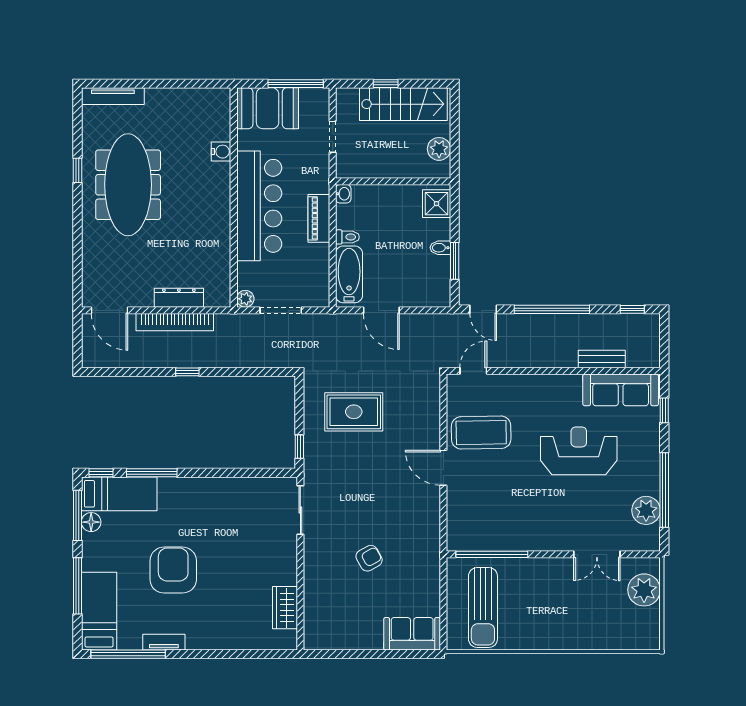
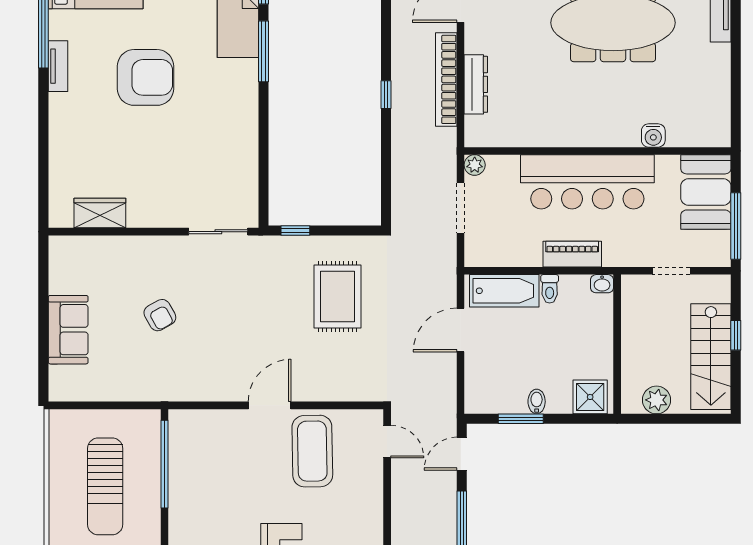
sun lounger: (483, 608) -> (105, 486), moved, turned -90
sofa: (412, 634) -> (68, 330), moved

